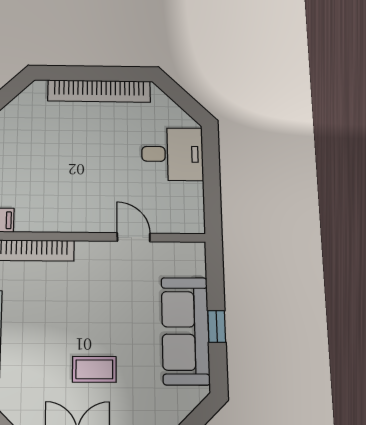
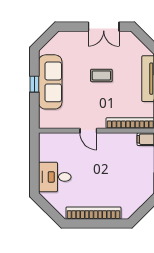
door: (134, 237) -> (88, 131), moved
coffee table: (94, 369) -> (101, 75), moved

